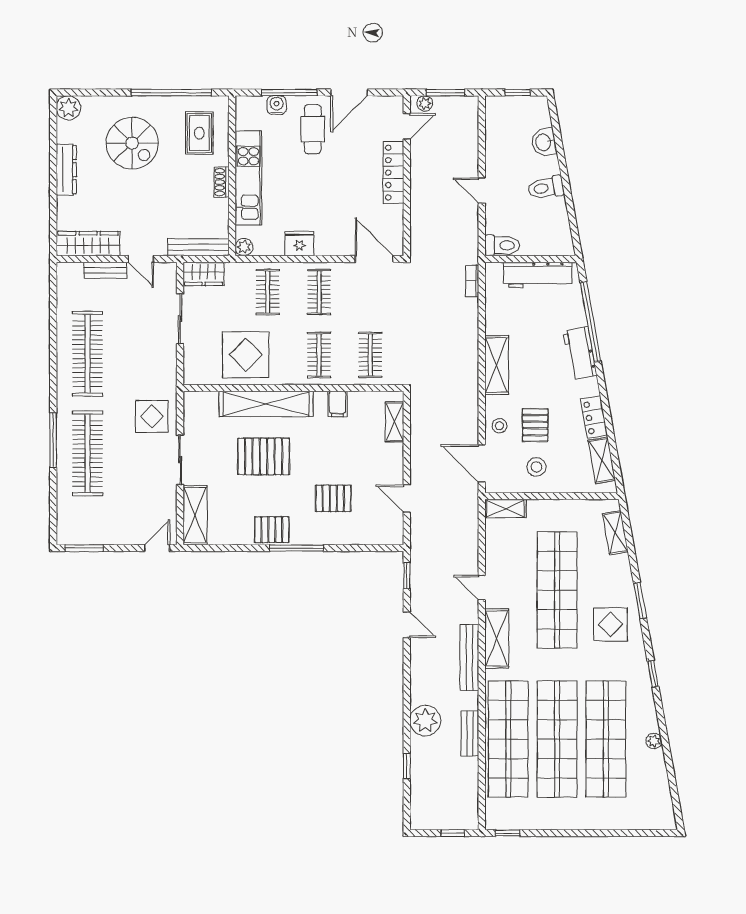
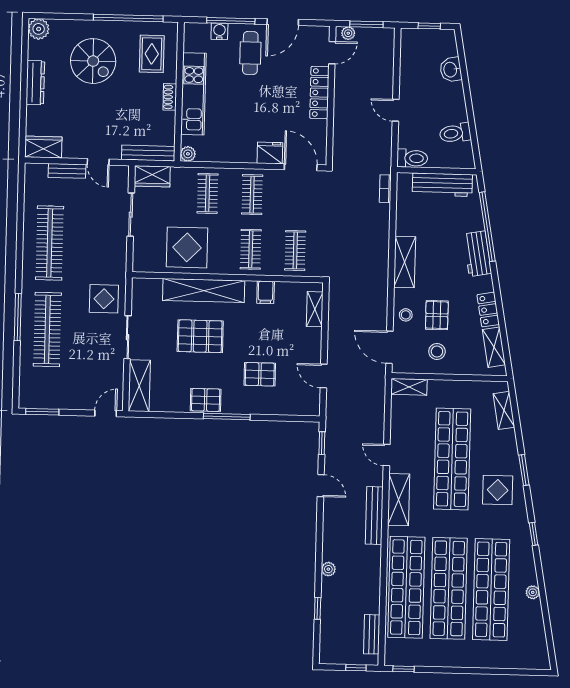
toilet: (546, 188) -> (455, 133), moved
wardrobe: (88, 244) -> (43, 147), width x0.67
fridge: (299, 244) -> (270, 153), moved
plant: (425, 721) -> (328, 569), width x0.53, depth x0.53
bench: (470, 733) -> (372, 634), moved

